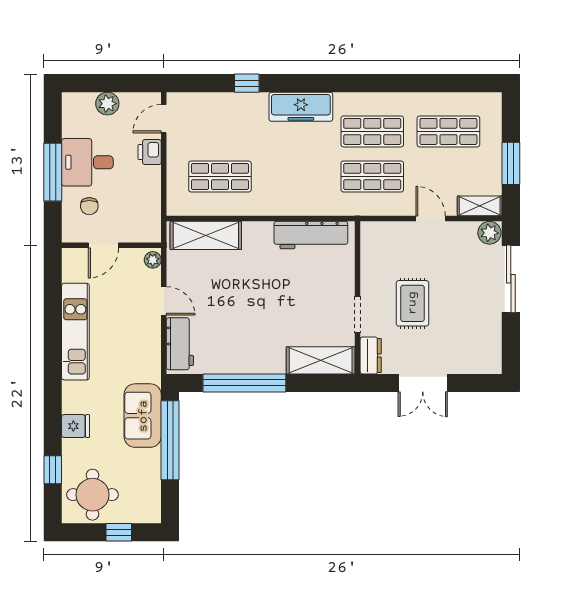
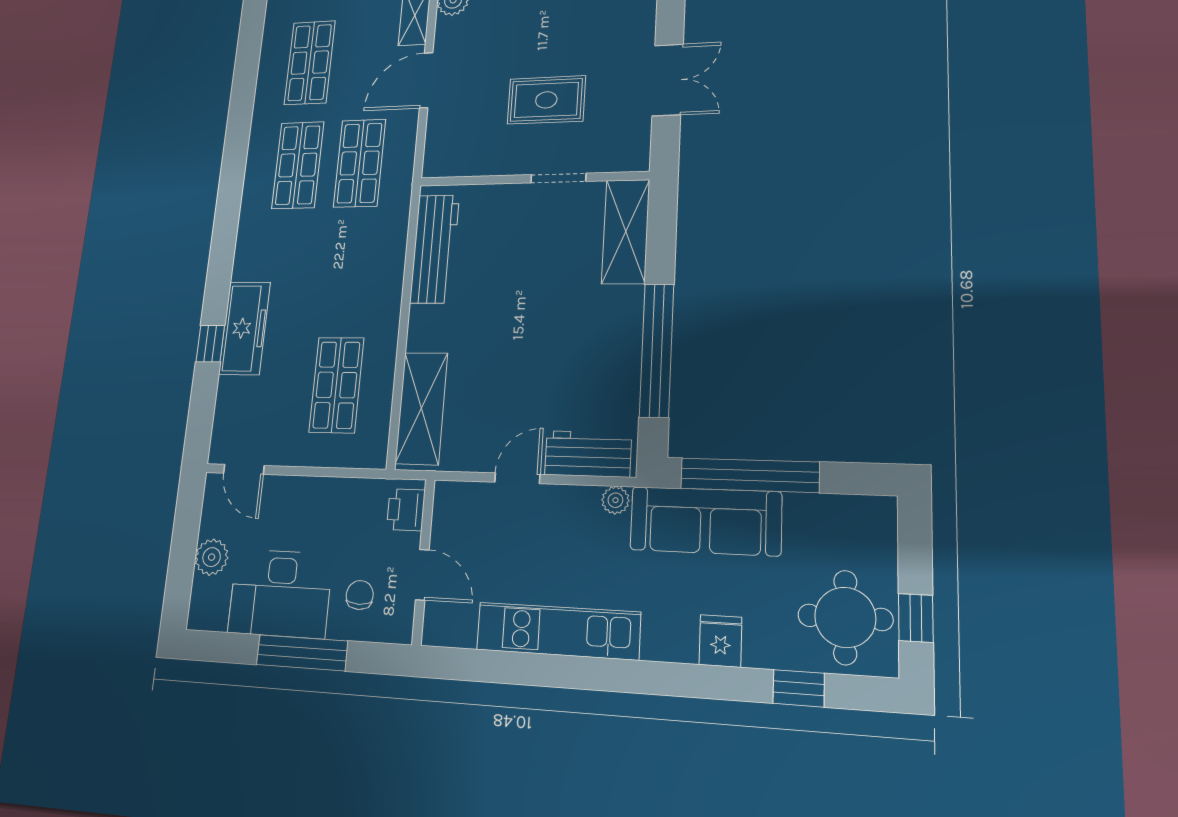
freezer: (301, 107) -> (245, 328), moved
printer: (150, 152) -> (406, 510), moved, turned 90
desk: (87, 162) -> (280, 593), width x1.37
chair: (89, 206) -> (360, 595), turned -90
door: (431, 219) -> (426, 80), width x1.38
plant: (153, 260) -> (615, 500), moved
dresser: (371, 355) -> (622, 157), removed
sofa: (143, 416) -> (705, 521), width x1.36
window: (119, 532) -> (916, 618), moved

